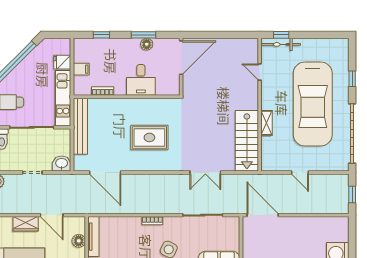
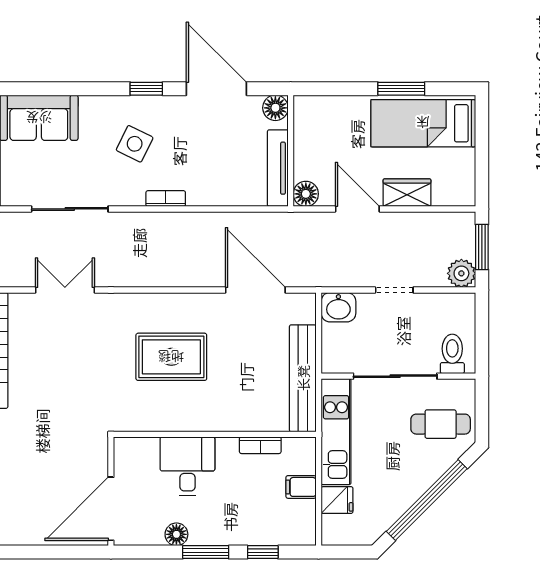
window: (143, 35) -> (206, 552), moved
floor lamp: (79, 241) -> (306, 194), moved

